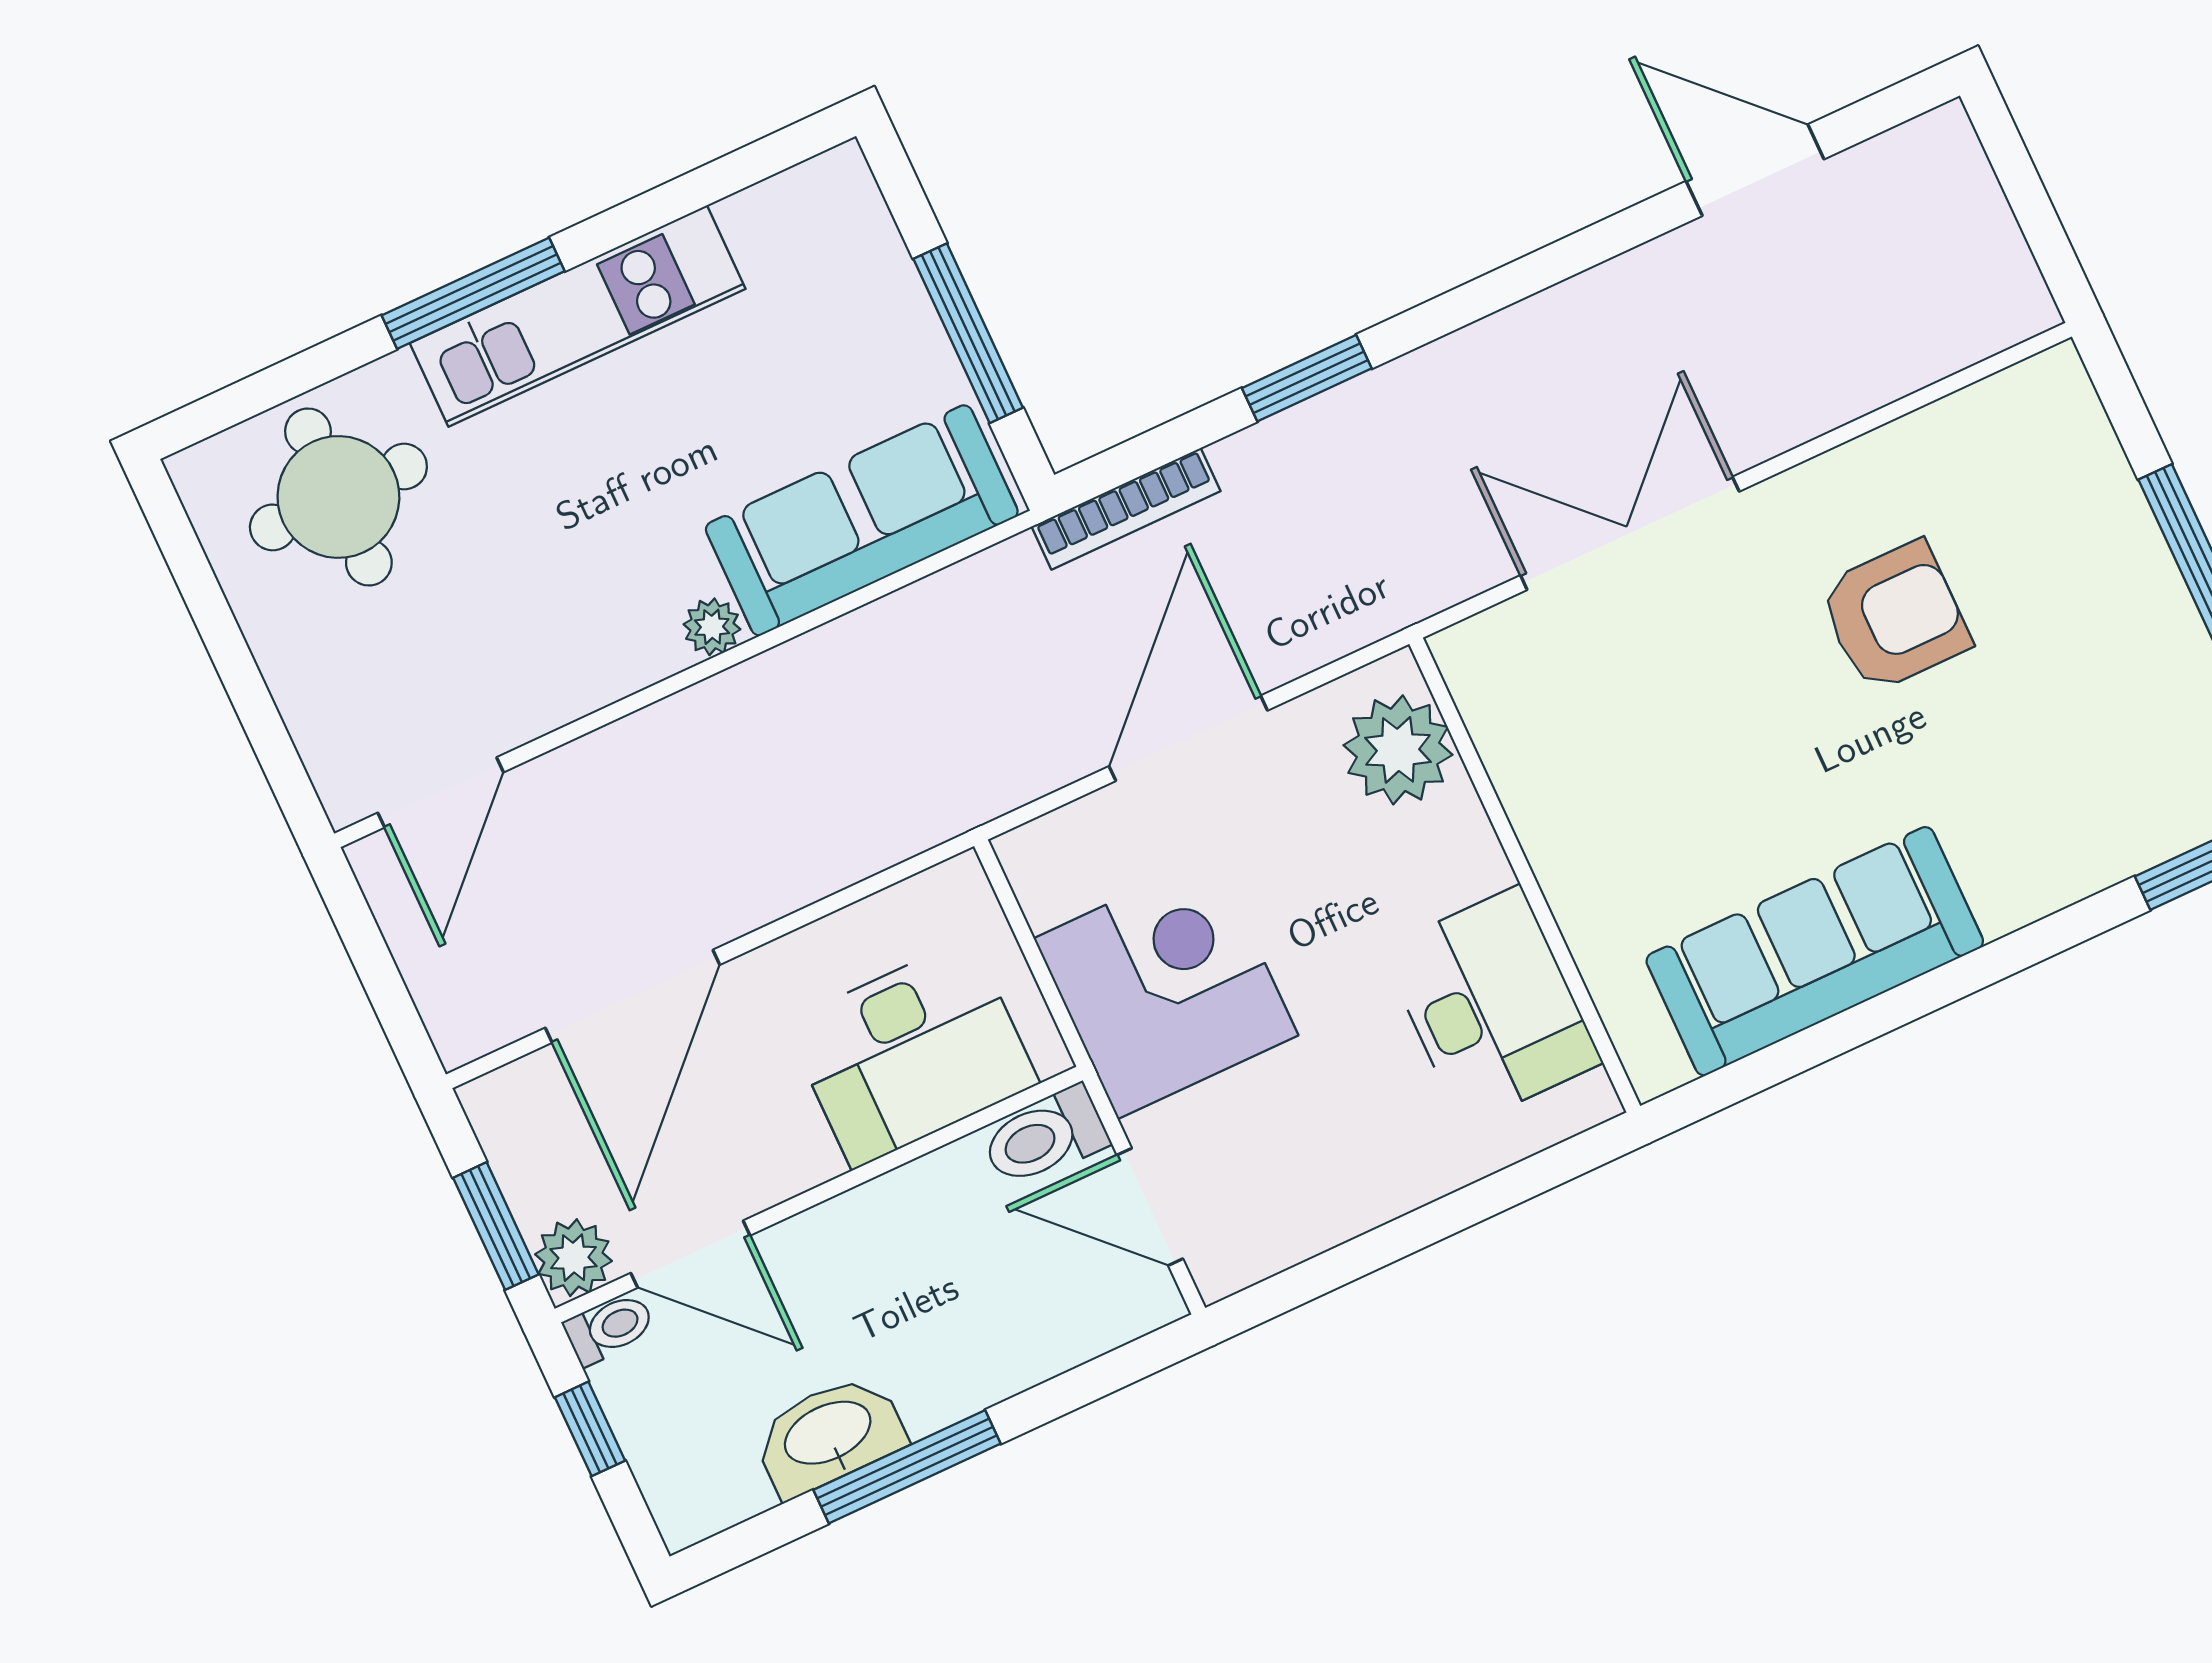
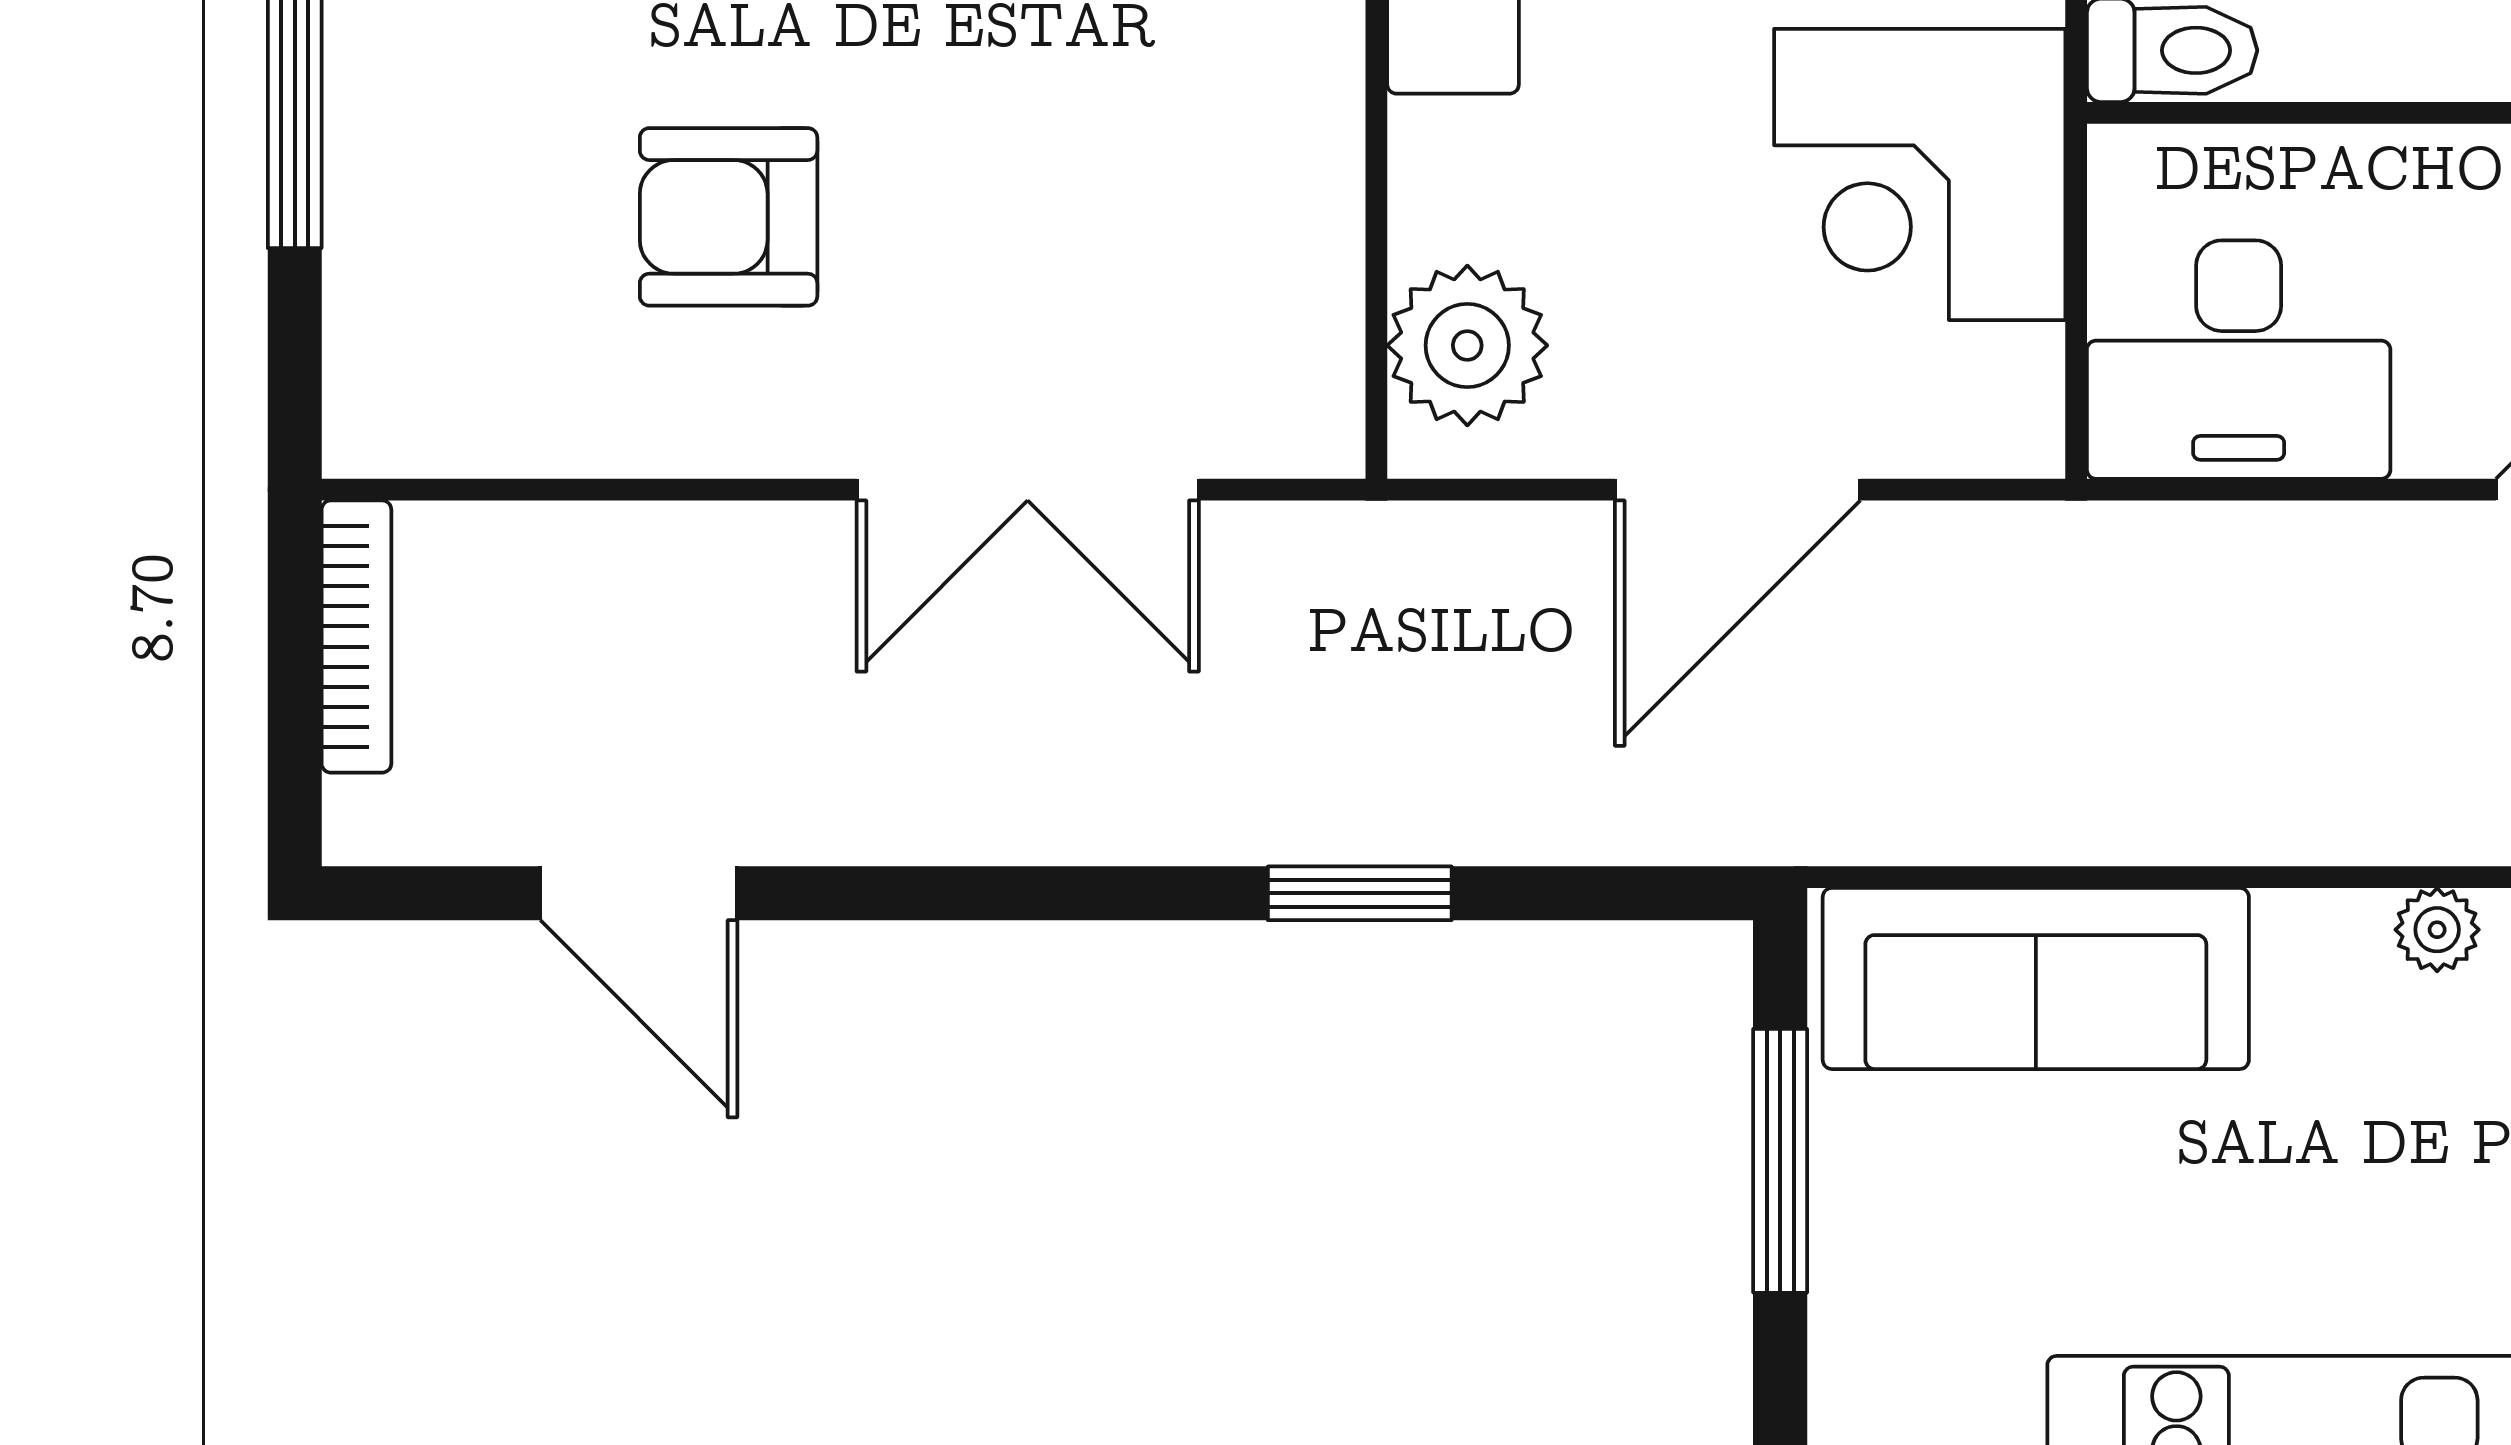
bookcase: (1126, 509) -> (356, 637), moved, turned 90
plant: (712, 627) -> (2437, 930), moved
desk: (912, 1053) -> (2239, 360), moved, turned 180

